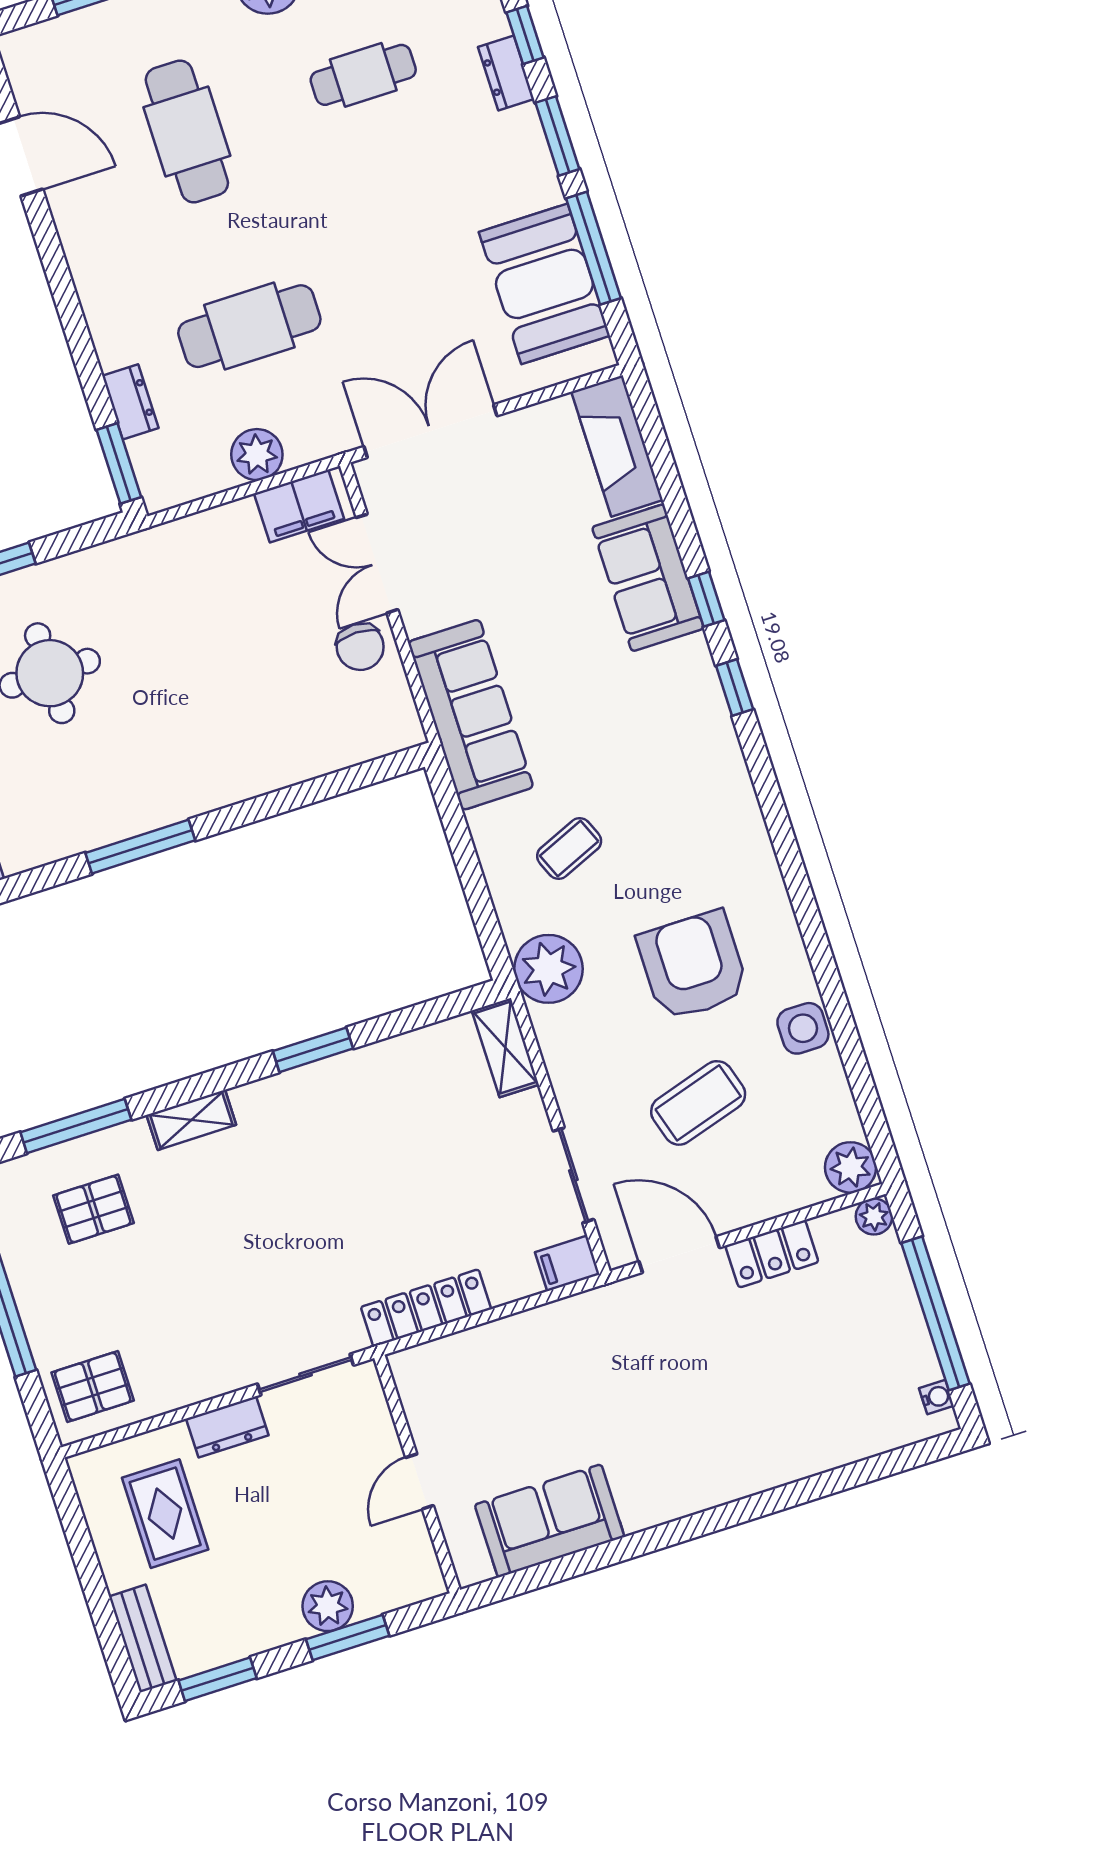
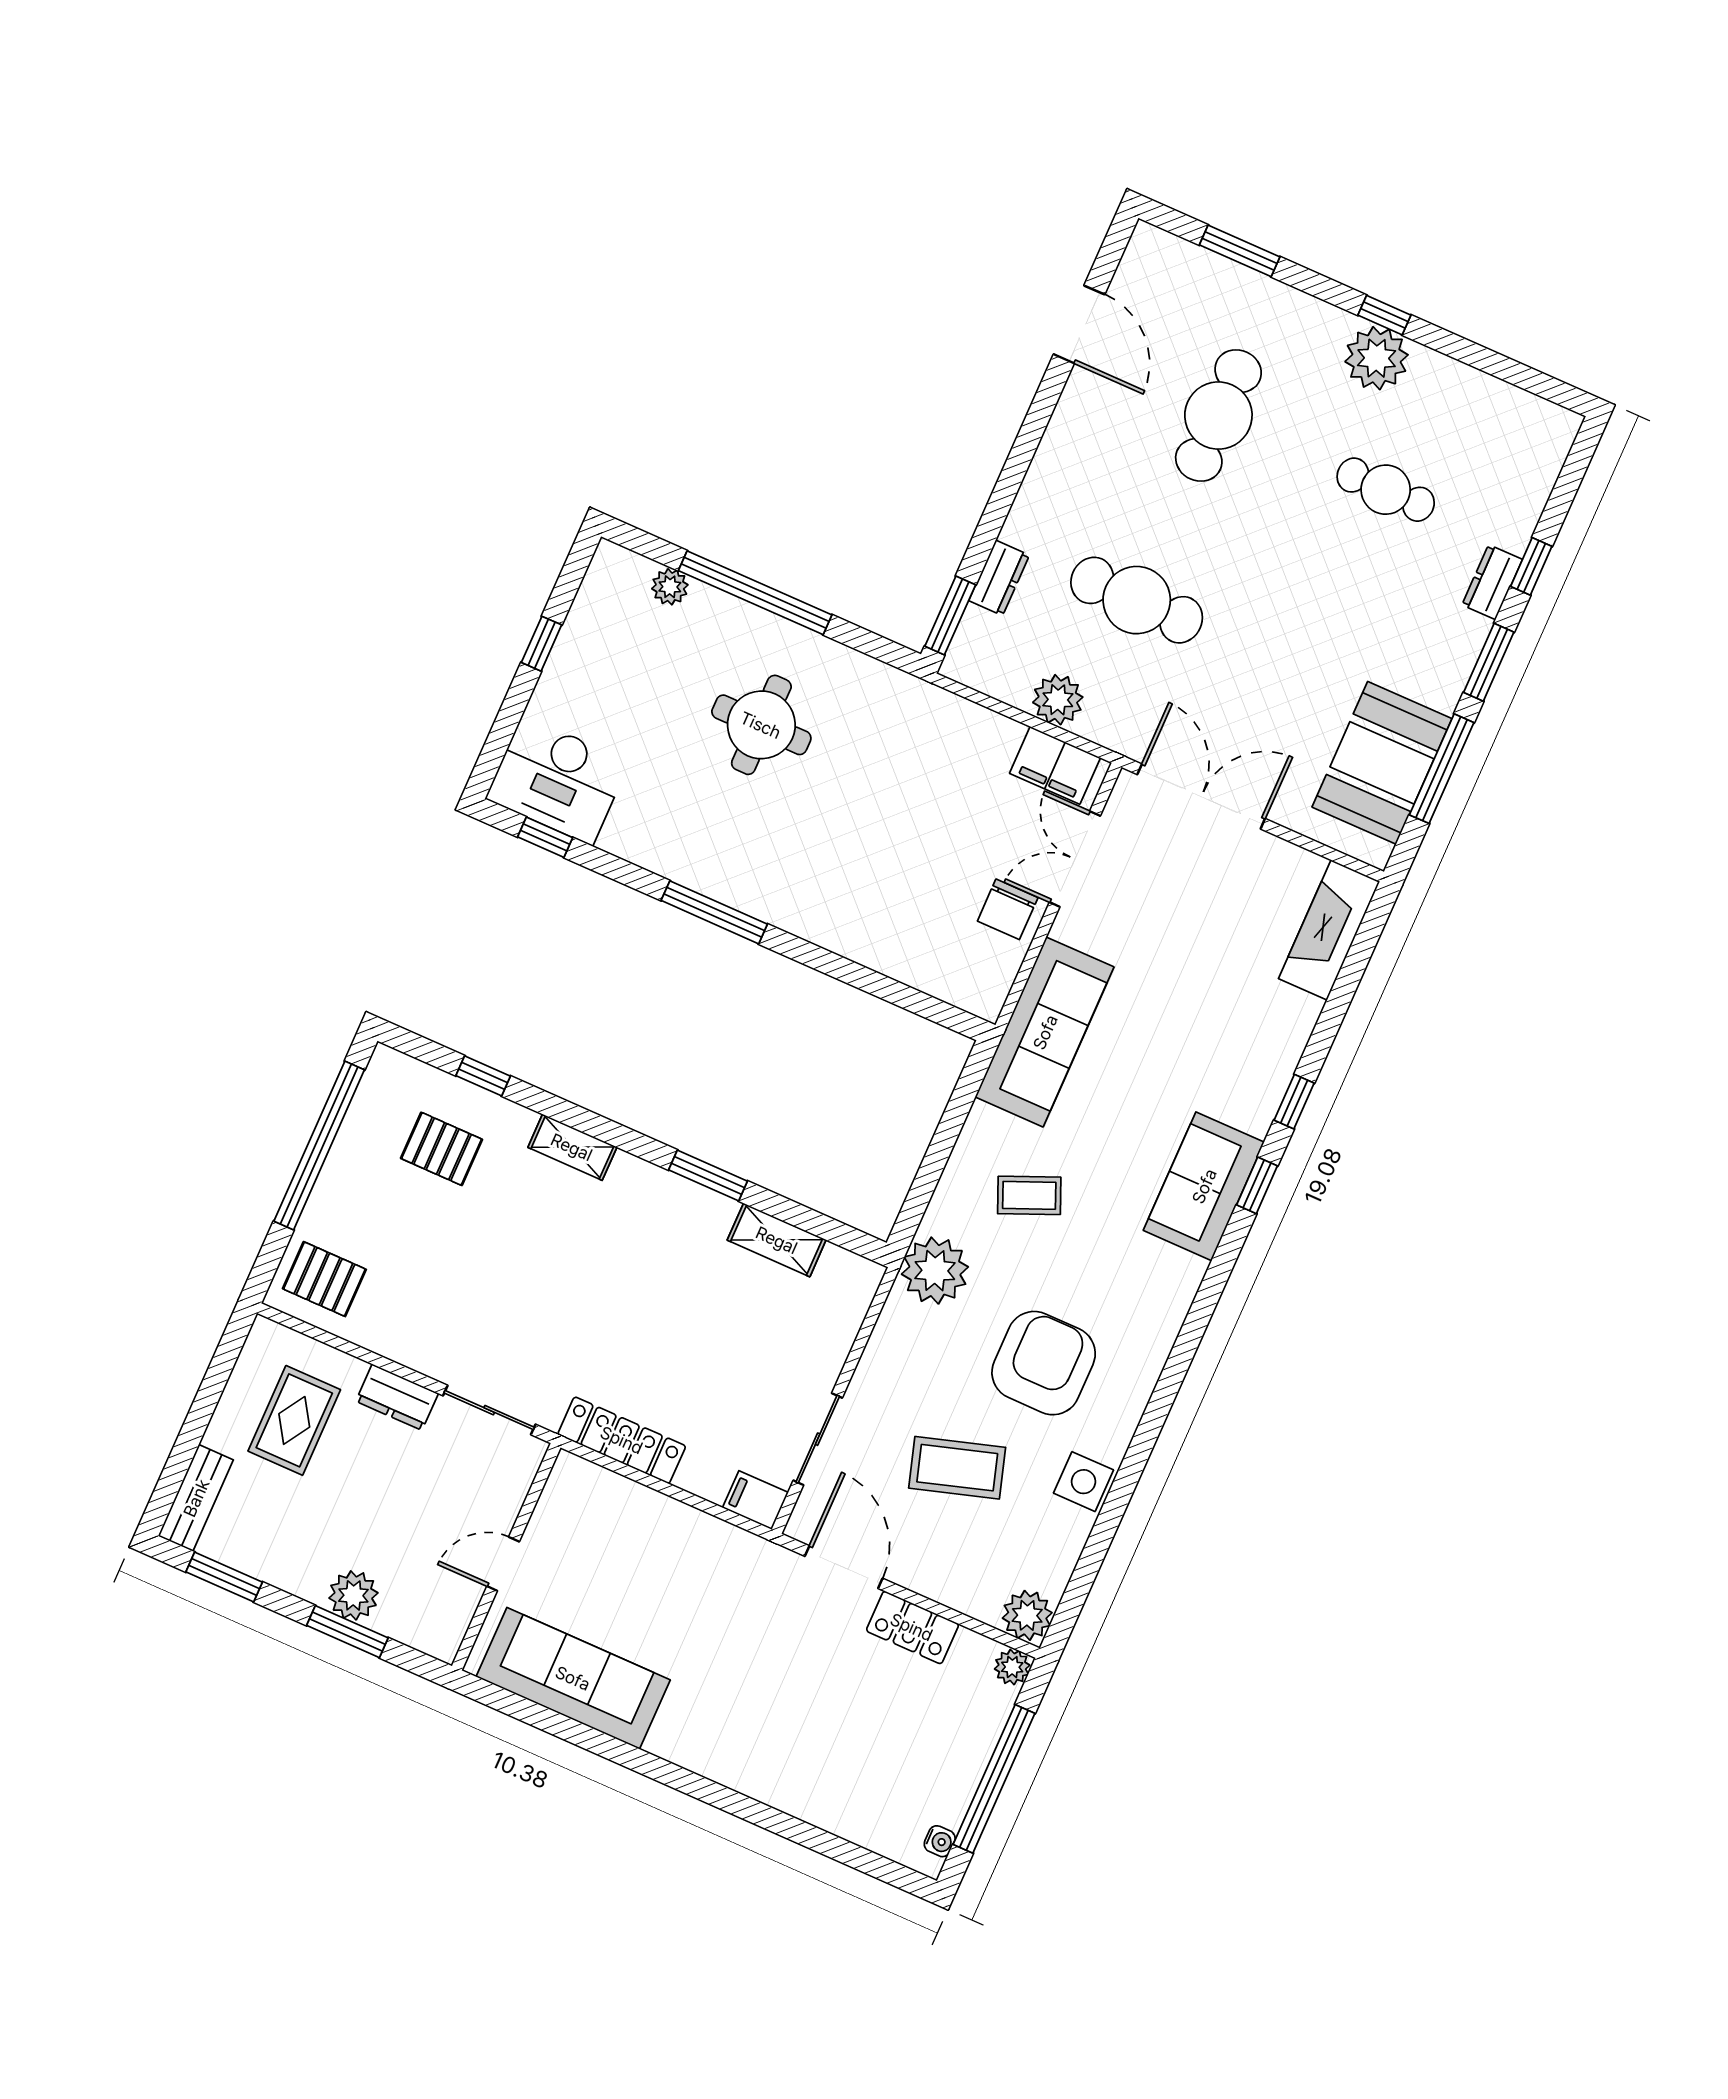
sofa: (648, 578) -> (1204, 1186), moved
shelving: (505, 1048) -> (777, 1240), moved, turned 90
window: (76, 1126) -> (483, 1076), width x0.46
sofa: (550, 1521) -> (573, 1678), width x1.36

